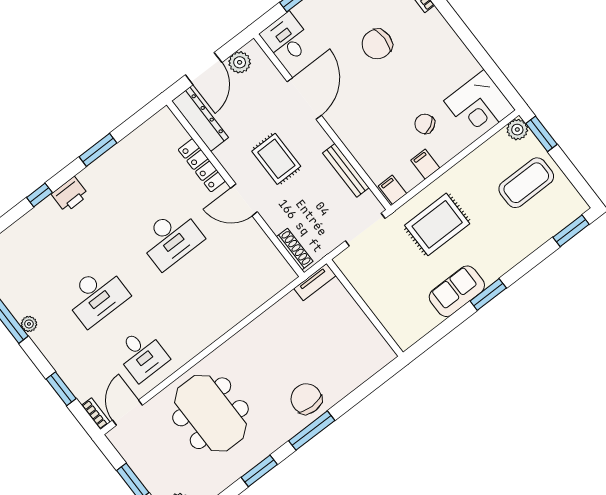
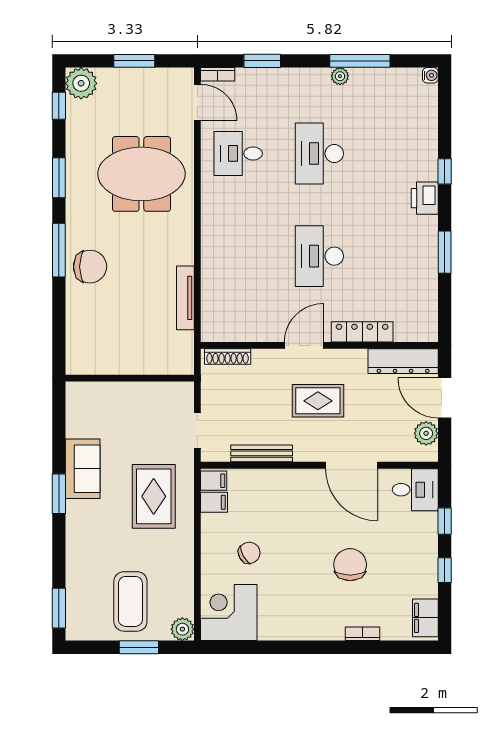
window: (541, 134) -> (139, 647), moved
filing cabinet: (425, 164) -> (214, 502), moved
doorway: (365, 230) -> (197, 431), width x0.73
tv unit: (315, 282) -> (185, 298), moved, width x1.41

